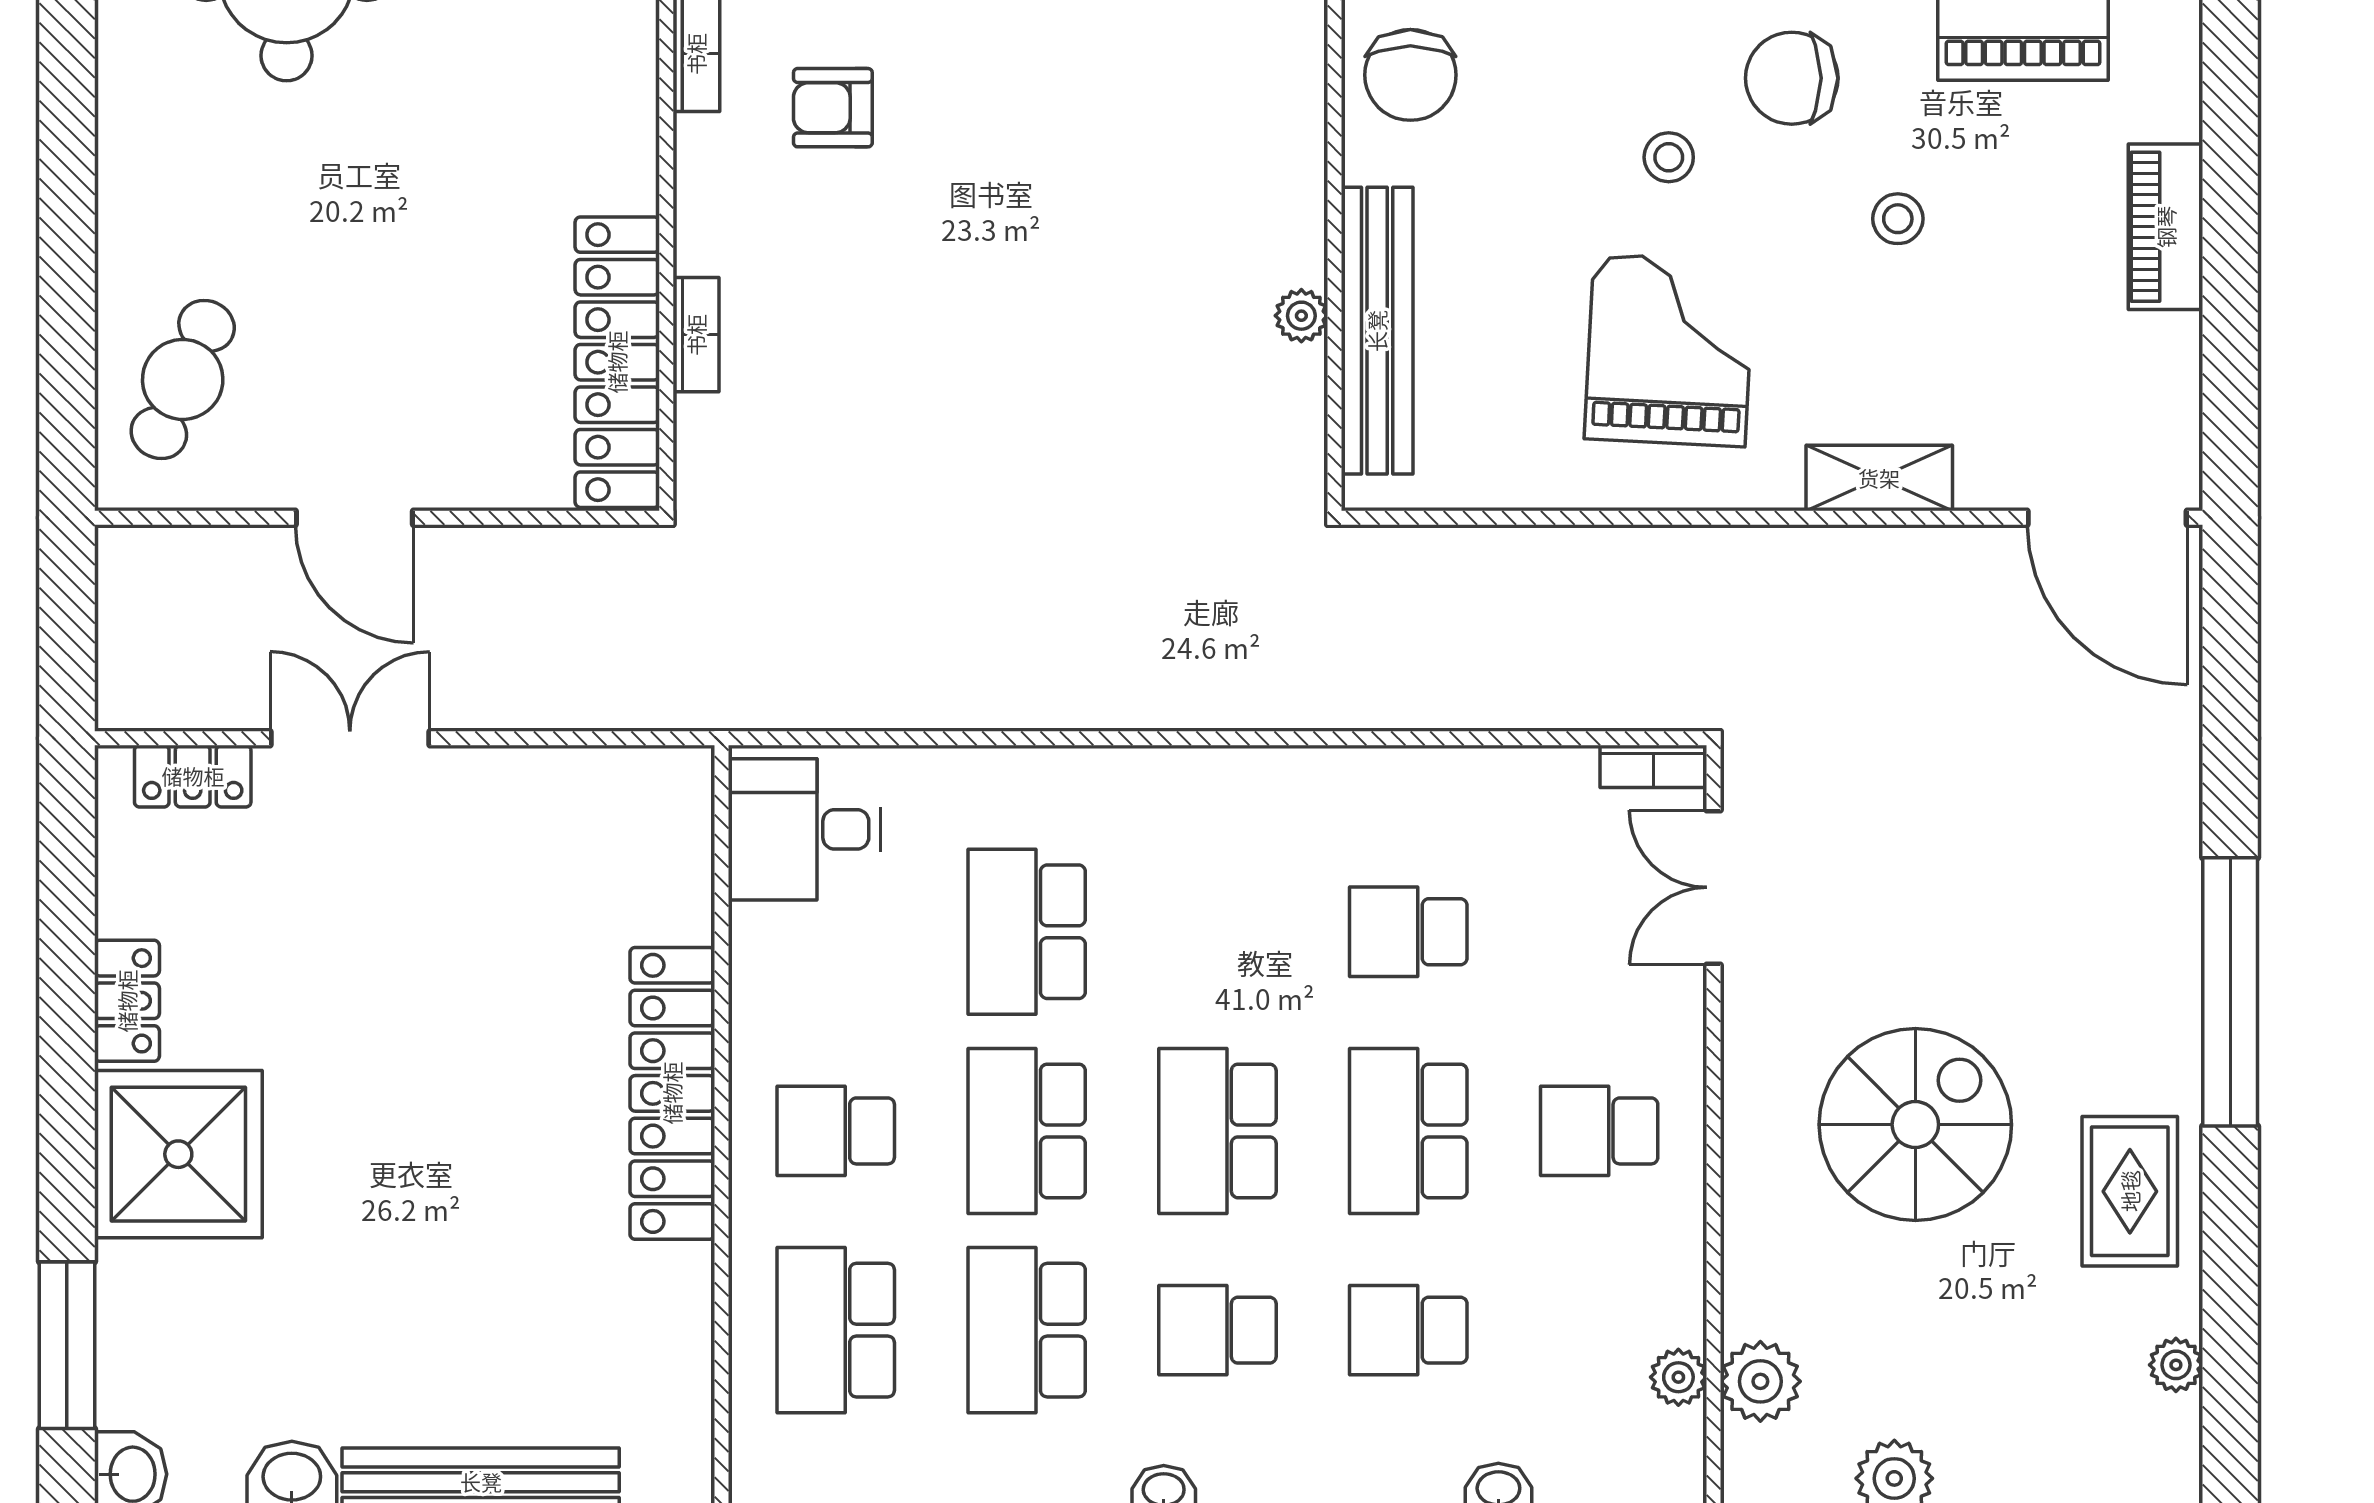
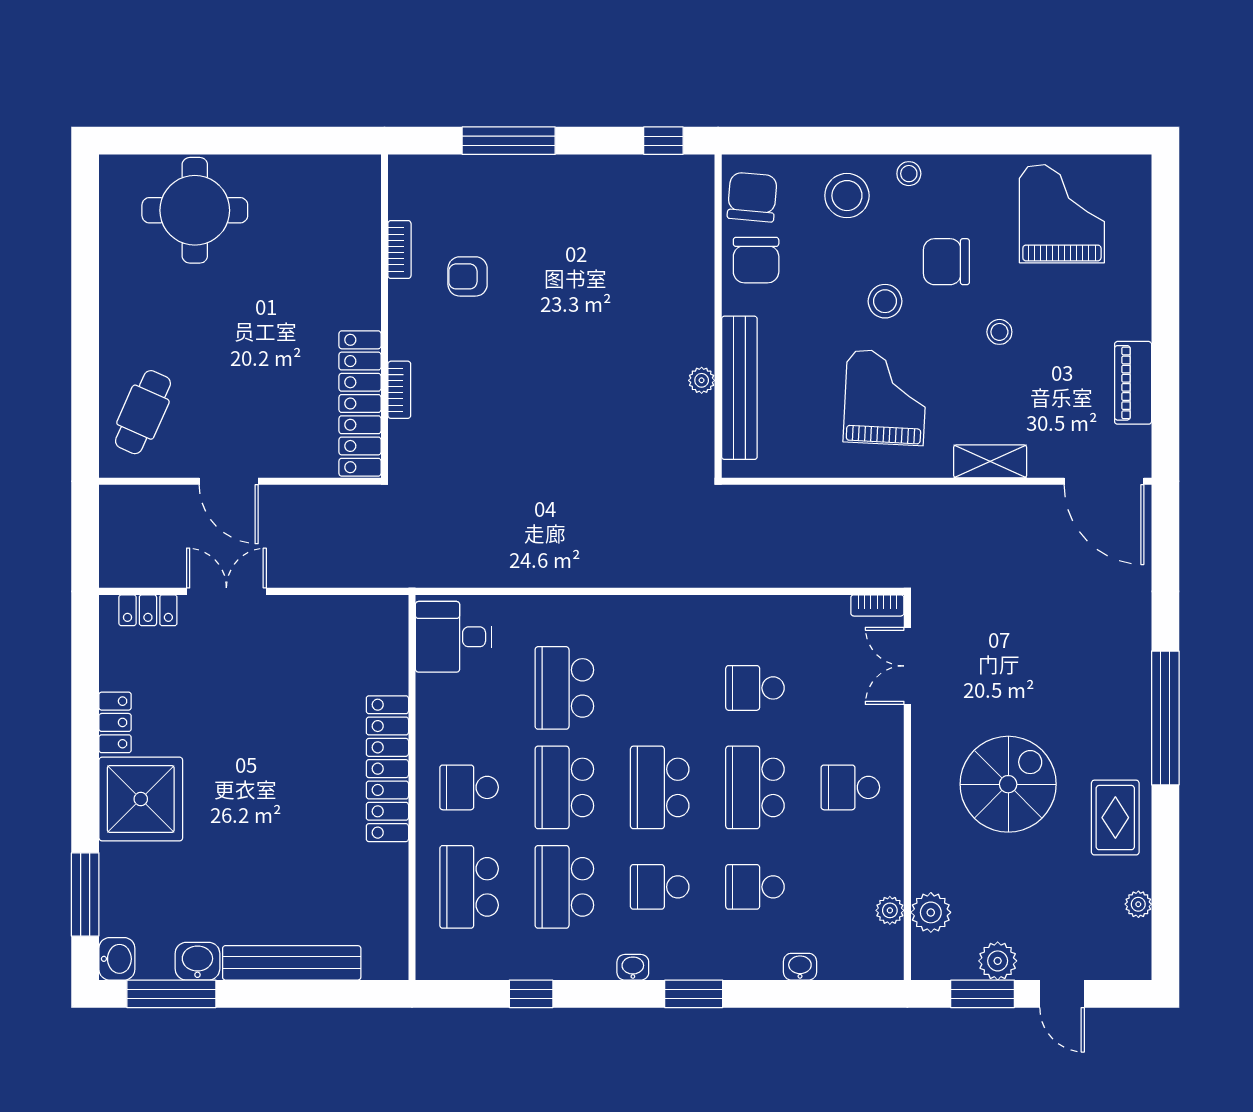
stool: (1669, 157) -> (885, 301), width x1.37, depth x1.37
piano: (2166, 227) -> (1133, 383), moved

